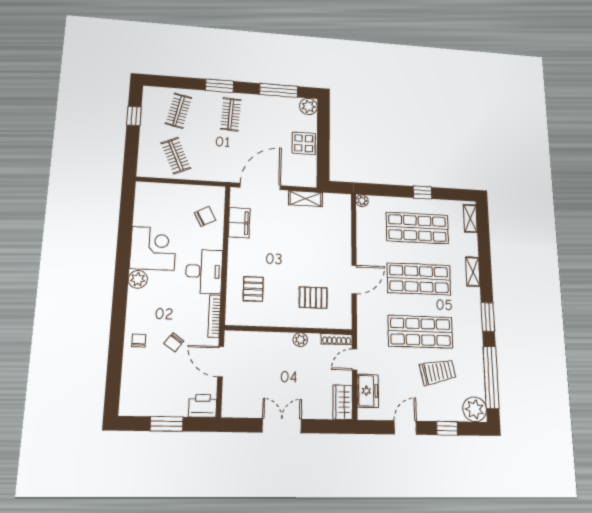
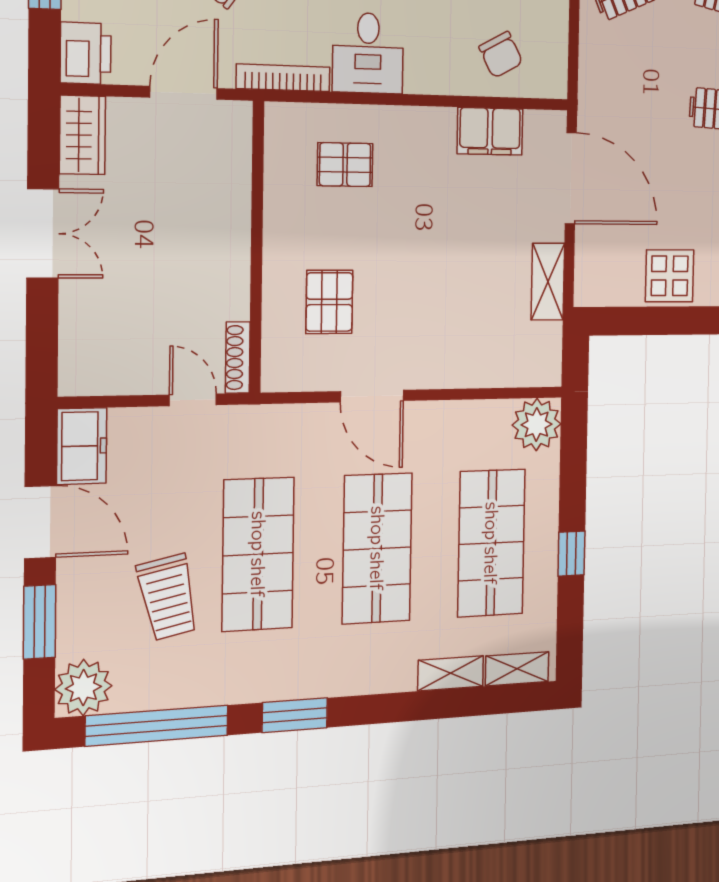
plant: (362, 201) -> (537, 424), width x1.88, depth x1.88
desk: (204, 271) -> (368, 53), width x0.73
shelving: (473, 272) -> (451, 673), moved
plant: (300, 340) -> (235, 273), removed
freezer: (368, 391) -> (82, 446), moved, turned -90
wardrobe: (343, 402) -> (82, 135), moved, turned 90
door: (405, 428) -> (40, 522), width x1.38
window: (447, 428) -> (40, 622), width x1.50

